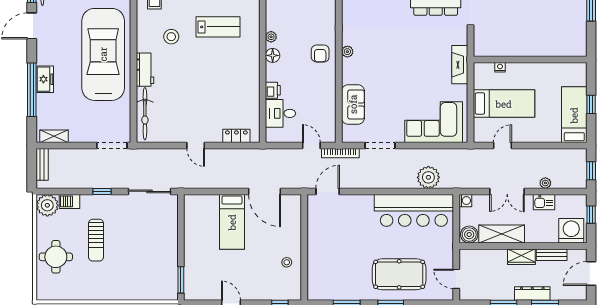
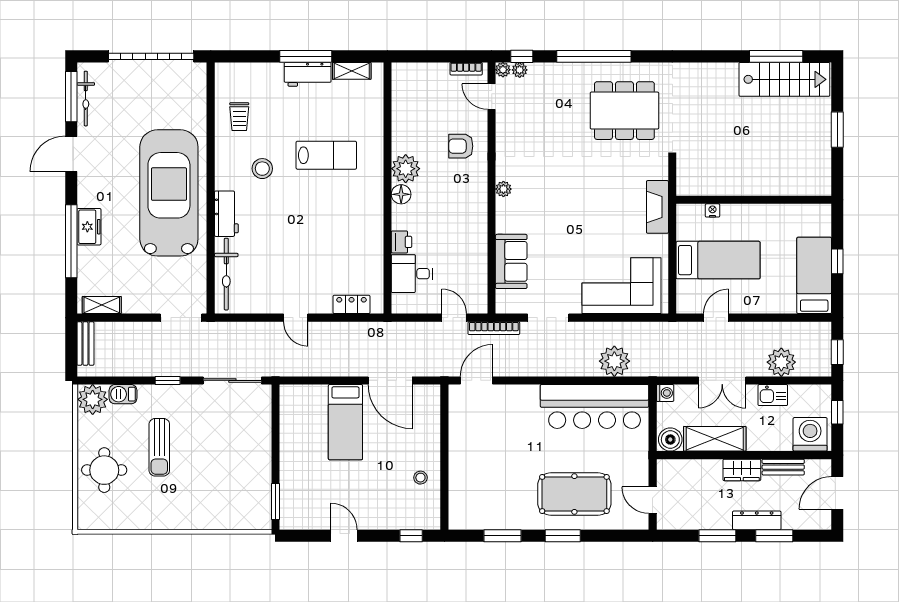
plant: (271, 37) -> (406, 169), width x1.87, depth x1.87
armchair: (320, 54) -> (461, 146), moved, turned 90
plant: (545, 183) -> (781, 362), width x1.87, depth x1.87

